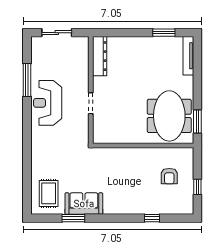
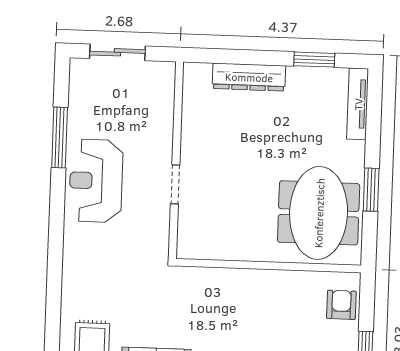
dresser: (100, 56) -> (249, 77), moved, turned 90
window: (197, 121) -> (371, 190), moved
armchair: (169, 176) -> (341, 305), moved, turned 180

